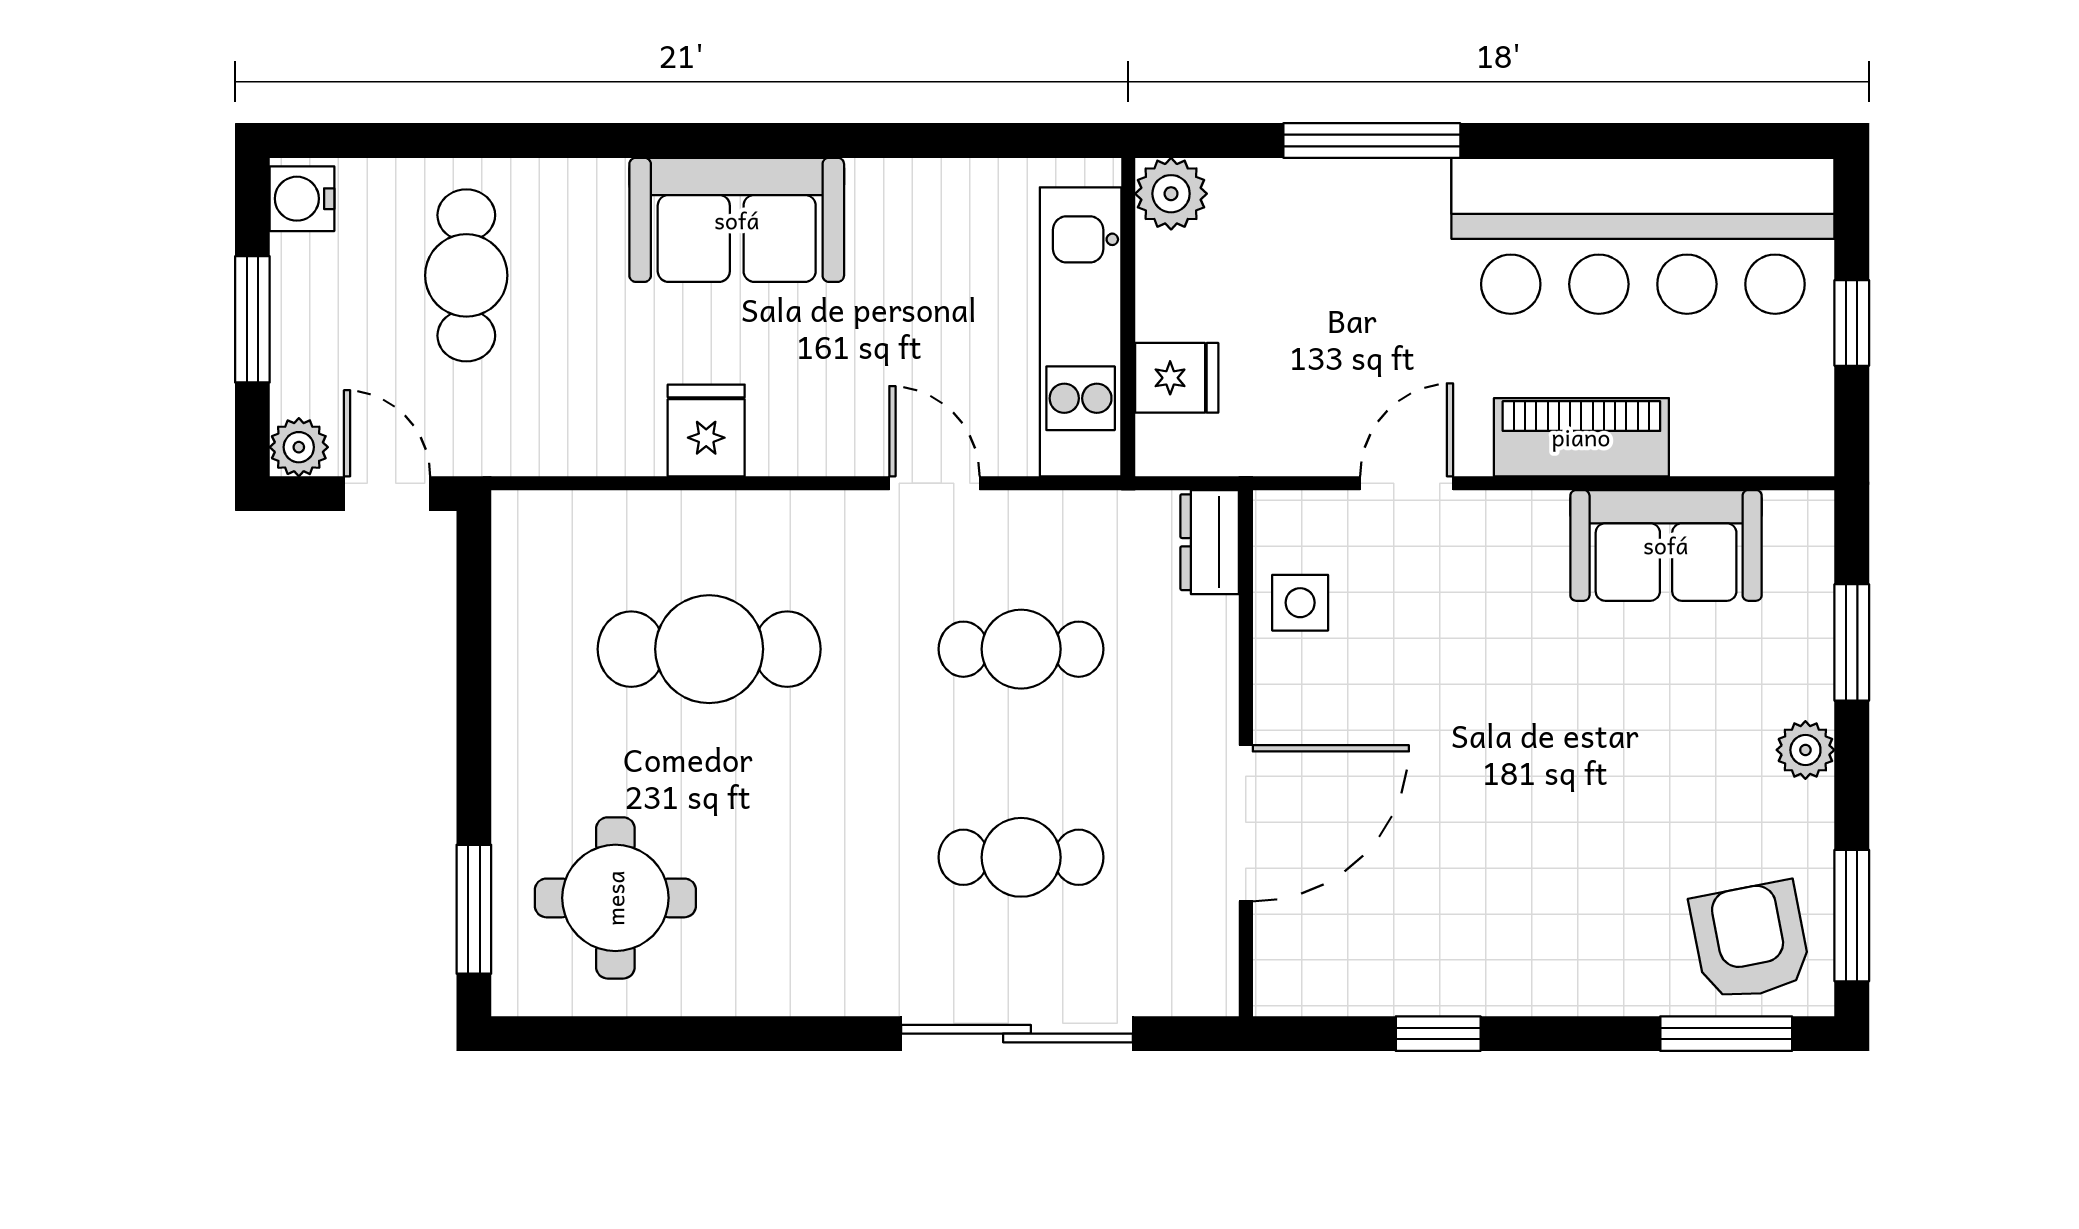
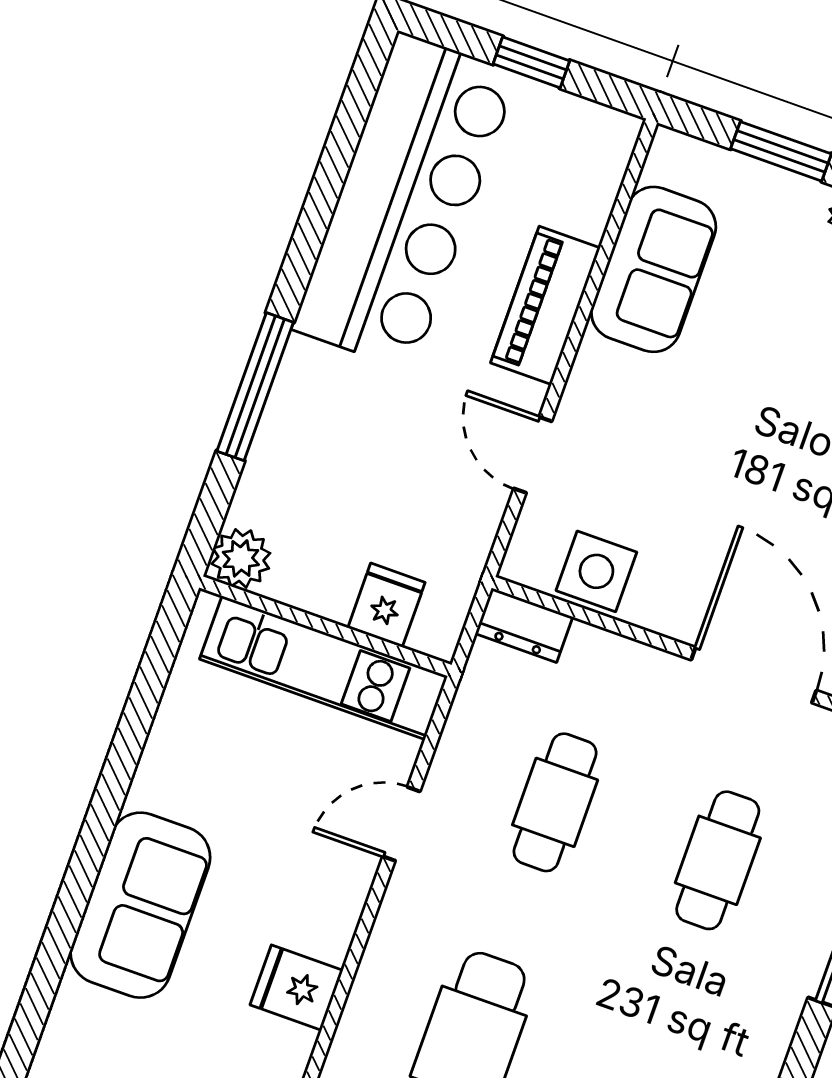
side table: (1300, 603) -> (596, 571), width x1.37, depth x1.37

